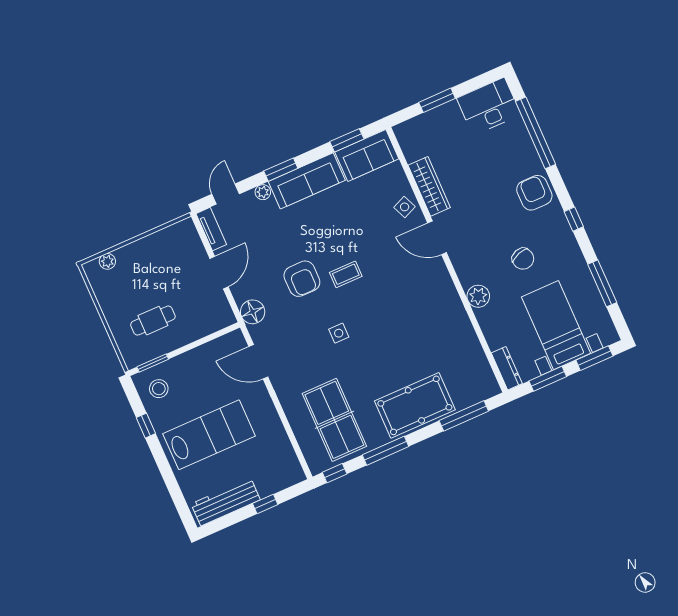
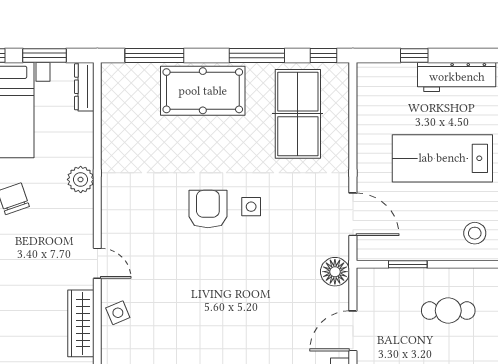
door: (437, 238) -> (97, 263), width x0.73
coffee table: (346, 274) -> (215, 268), removed
armchair: (302, 279) -> (208, 209), moved
window: (153, 363) -> (408, 264), moved

